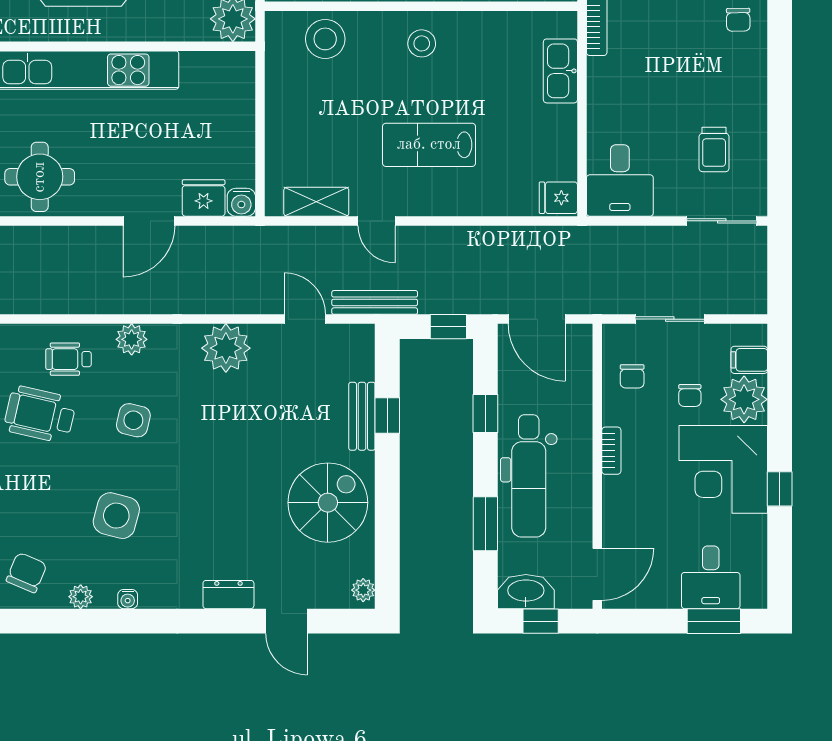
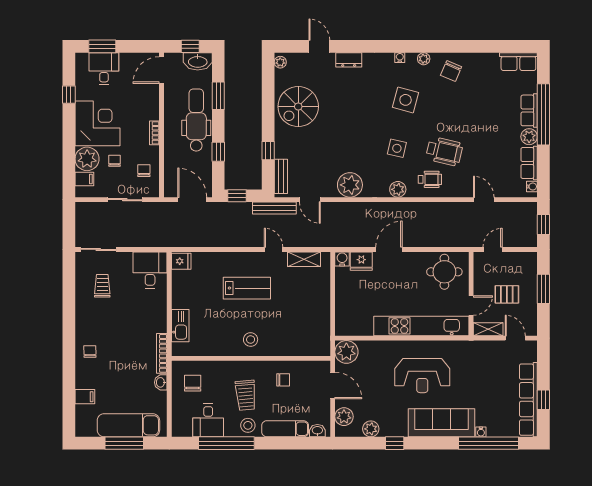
stool: (325, 39) -> (300, 342), removed
bench: (362, 416) -> (281, 176), moved
window: (780, 489) -> (69, 95), moved

